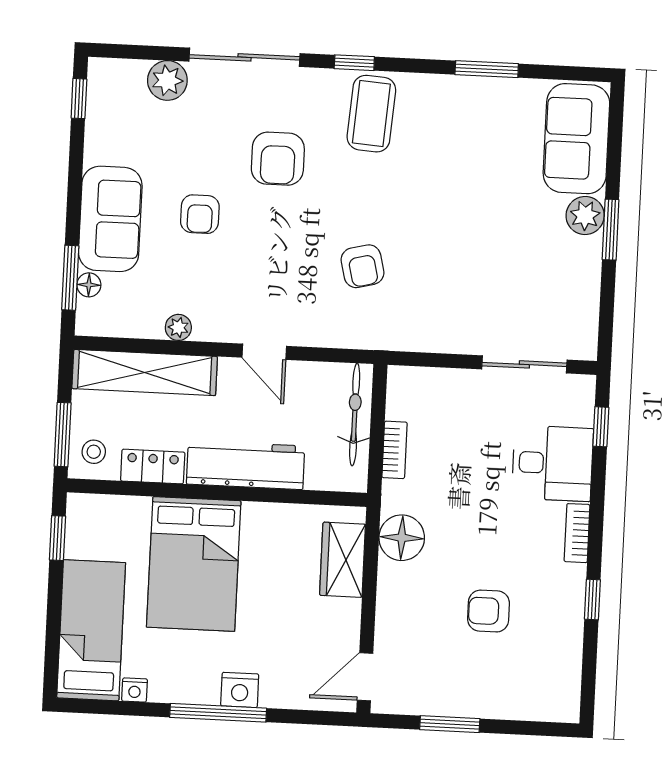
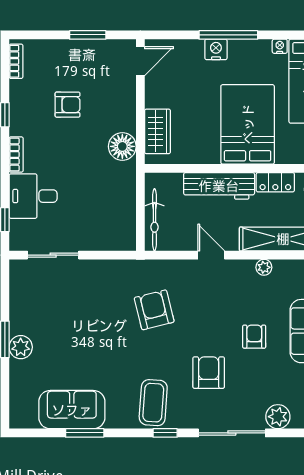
sofa: (576, 139) -> (72, 410), moved, turned -90
armchair: (362, 266) -> (154, 310), width x1.38, depth x1.38
bookcase: (395, 450) -> (16, 61), moved, turned 180

